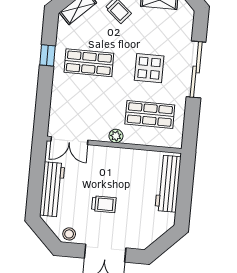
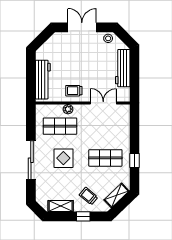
plant: (116, 136) -> (68, 109), moved
double door: (69, 141) -> (103, 103), moved
trolley: (104, 204) -> (74, 91), moved

